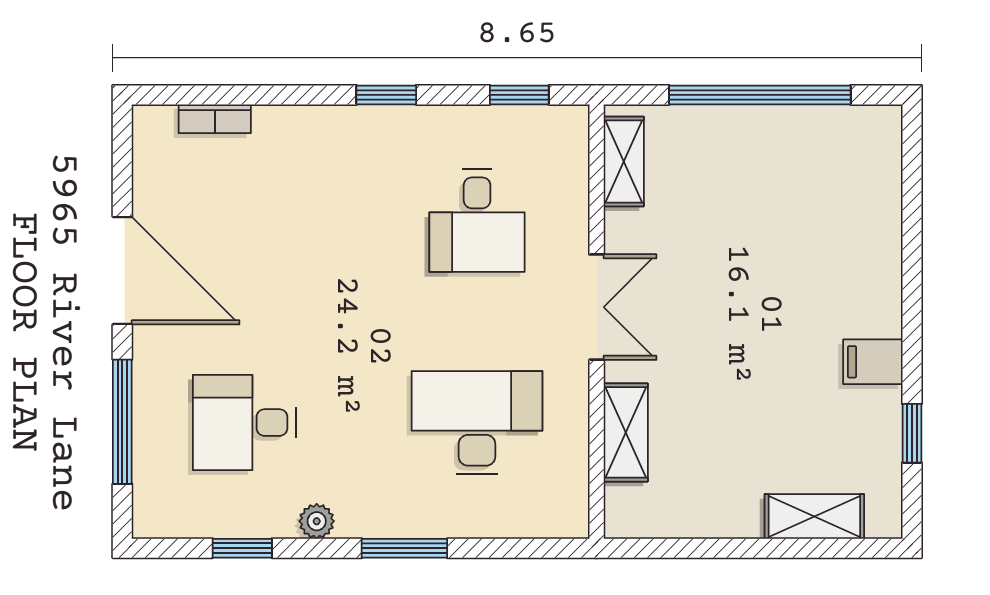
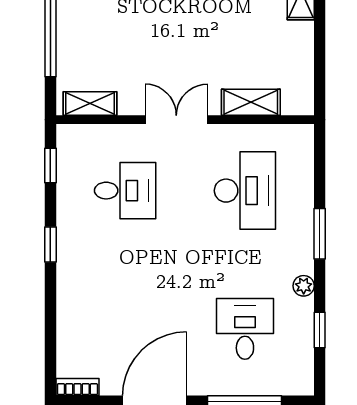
bookcase: (215, 119) -> (77, 387), moved, turned -90
desk: (244, 423) -> (245, 329), turned 180
desk: (477, 423) -> (245, 191), turned 180

